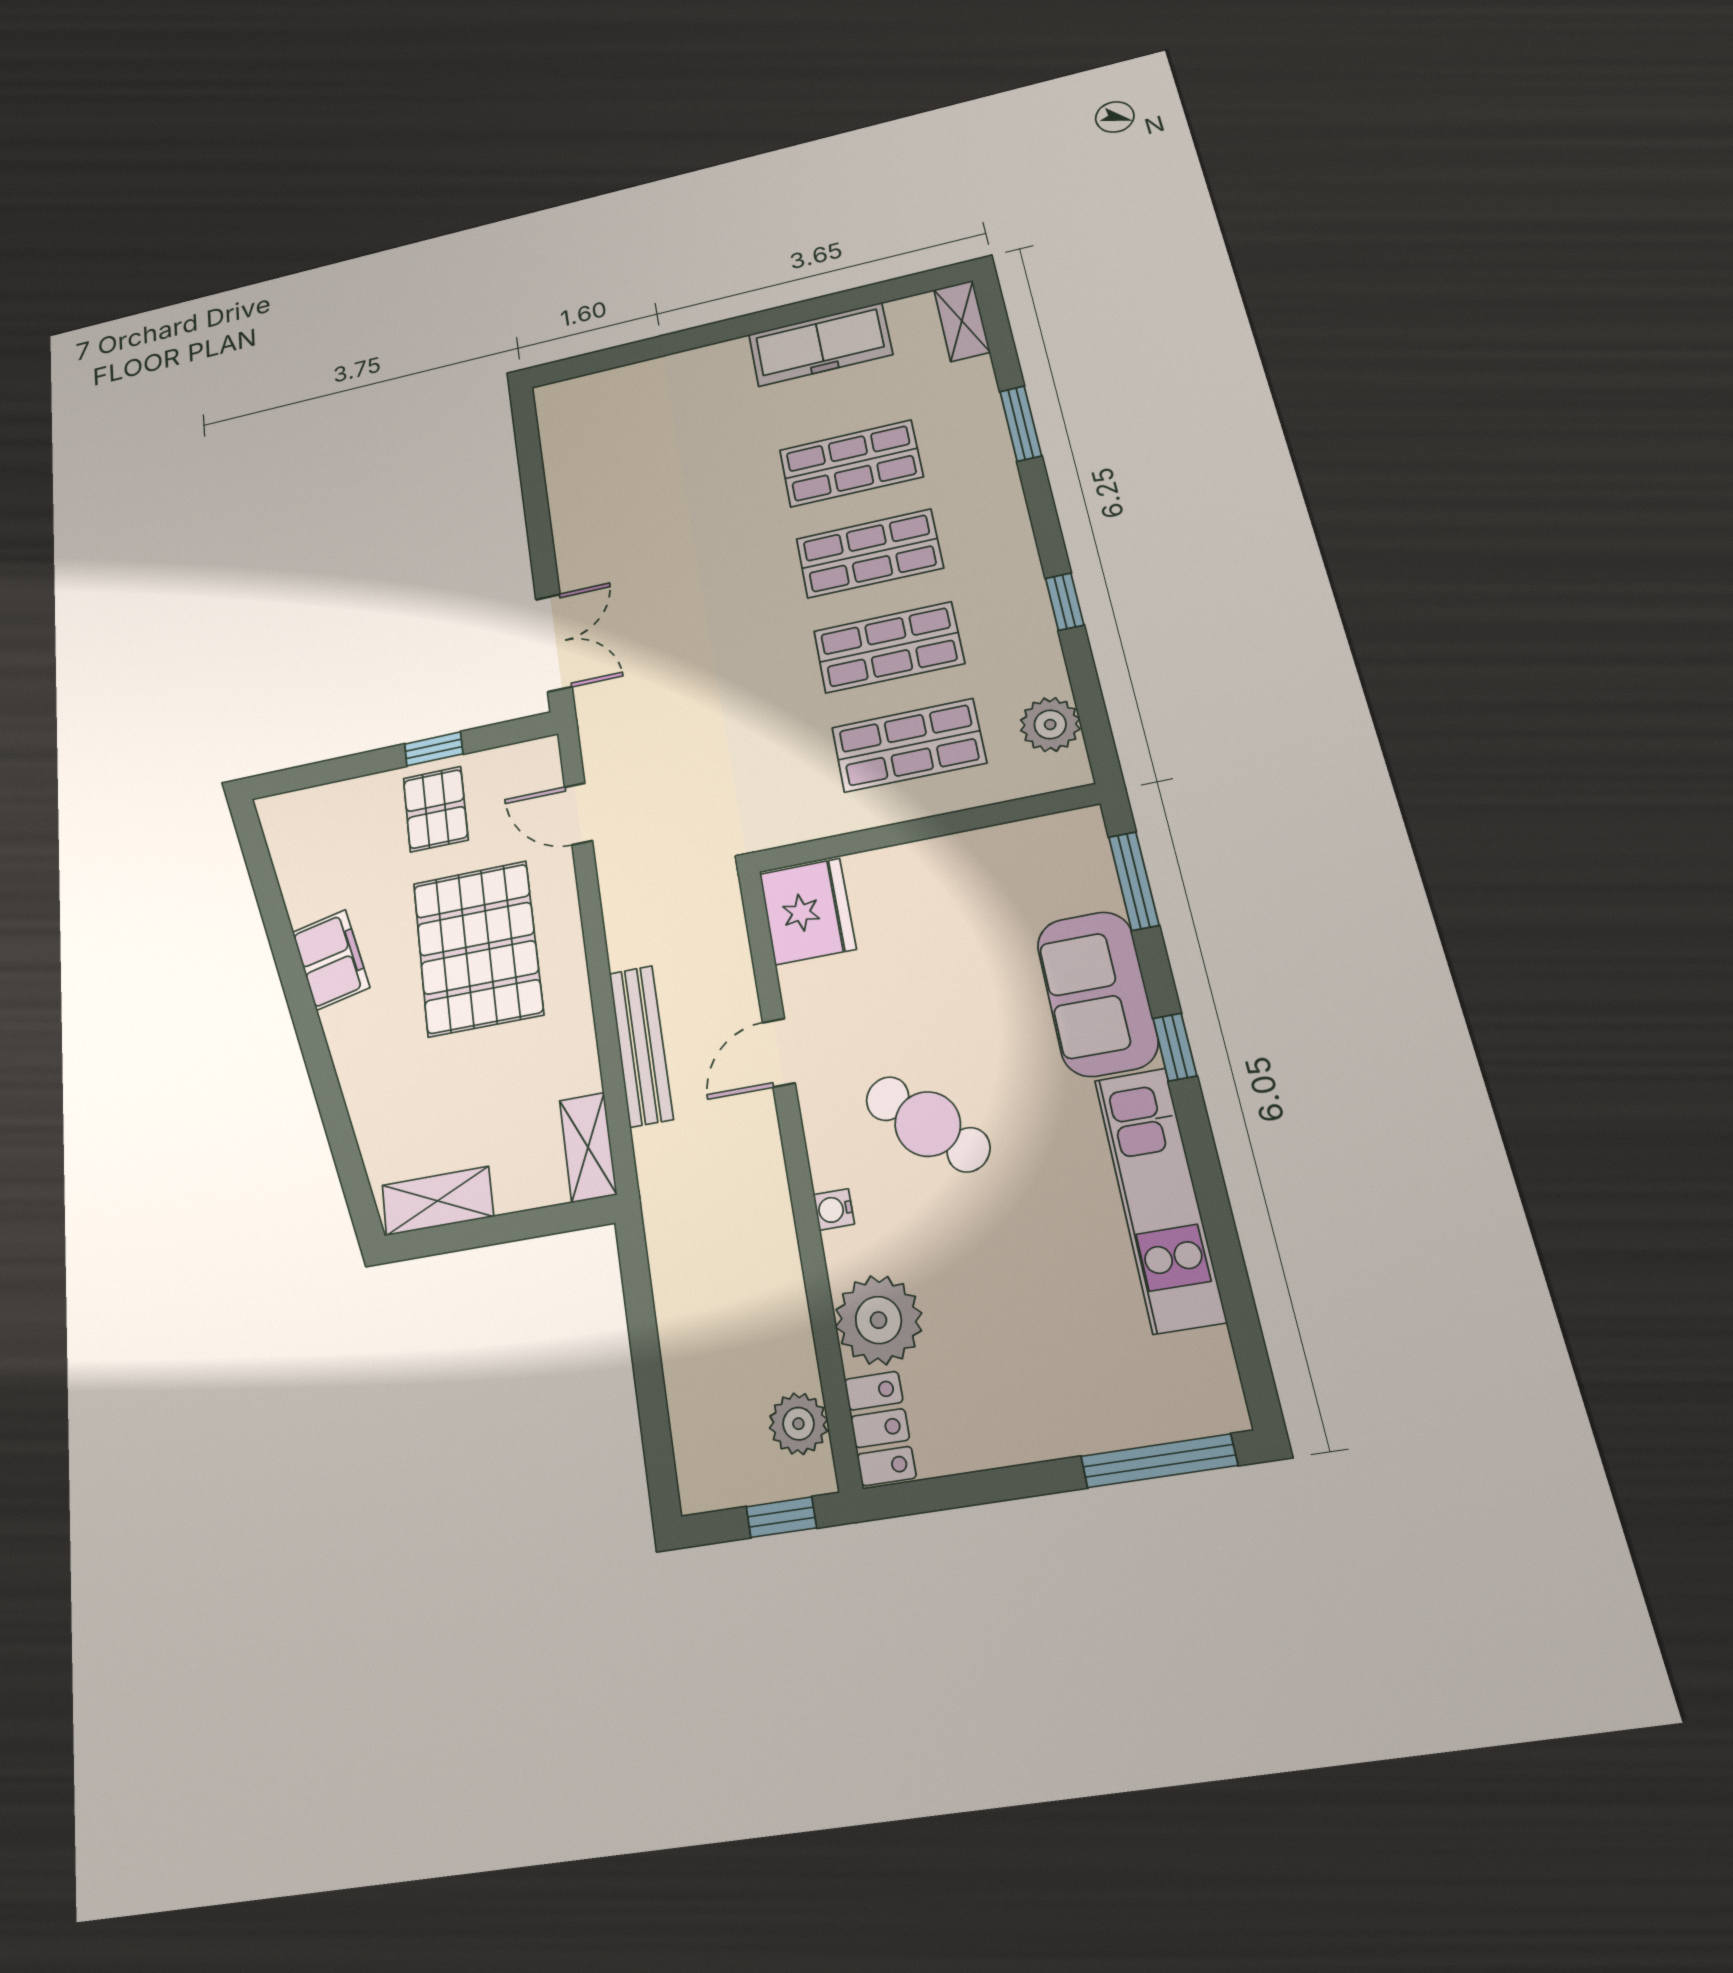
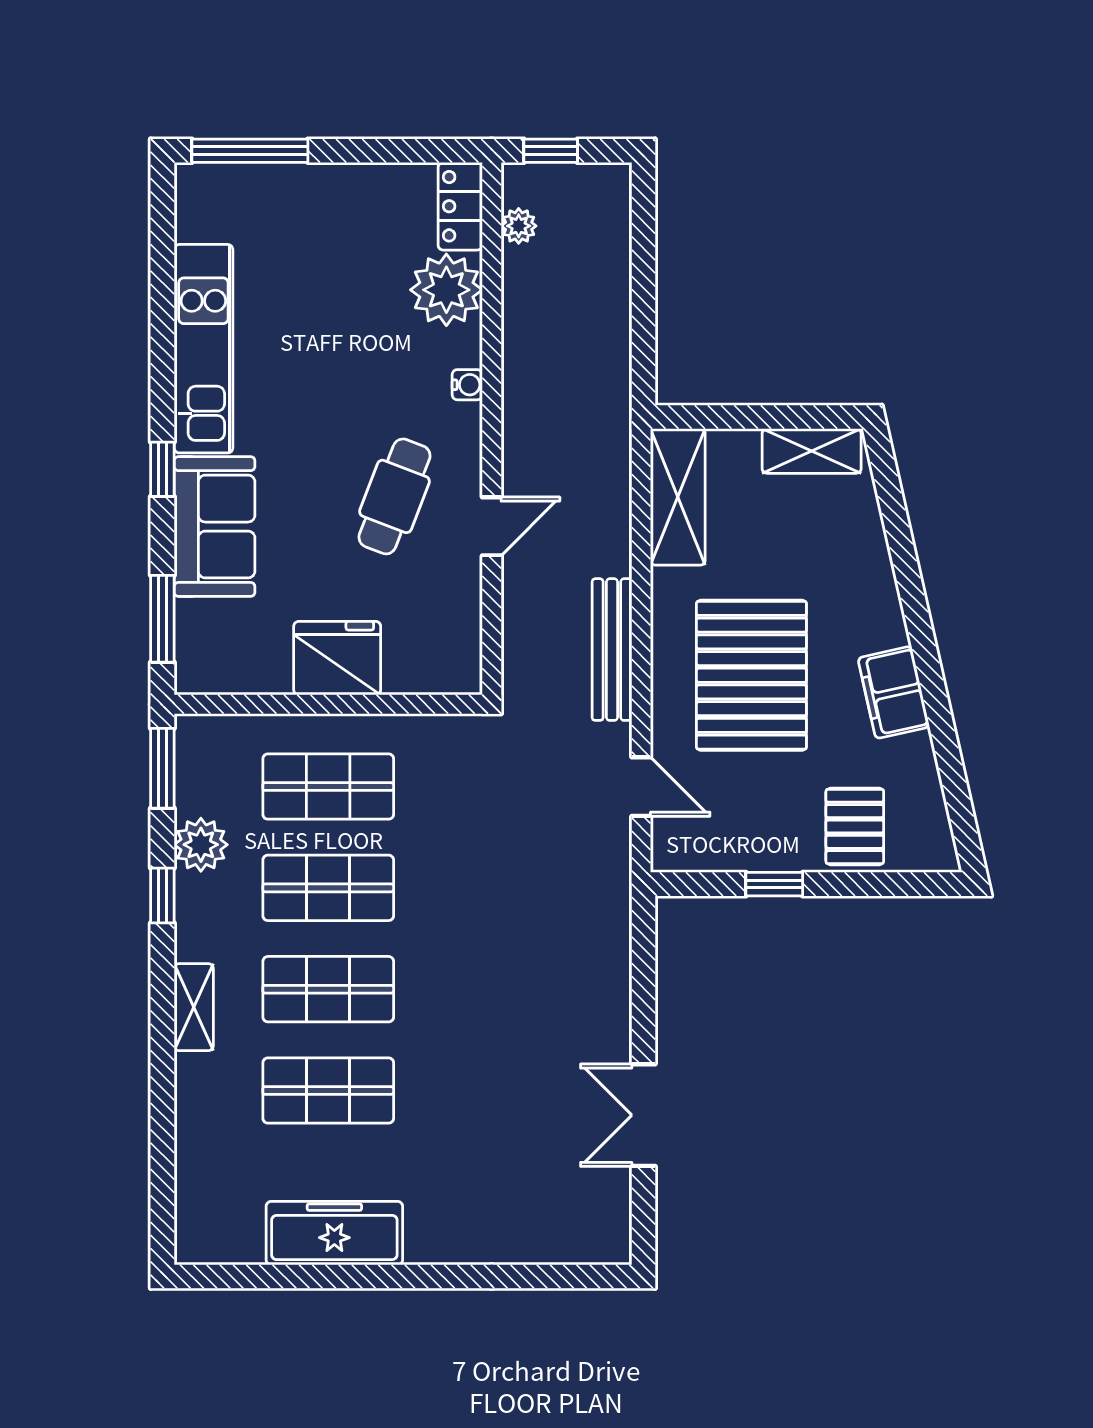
shelving: (962, 321) -> (194, 1007), moved
window: (1021, 424) -> (162, 768), moved
double door: (554, 643) -> (643, 1115), moved
plant: (1050, 725) -> (201, 845), moved
pallet: (436, 809) -> (855, 826), moved
fridge: (808, 911) -> (337, 658), moved, turned 90
bench: (641, 1046) -> (612, 650), moved
cafe table: (928, 1124) -> (394, 496), moved, turned 68
shelving: (588, 1147) -> (678, 497), width x1.50, depth x1.33
plant: (798, 1424) -> (519, 226), width x0.73, depth x0.73

